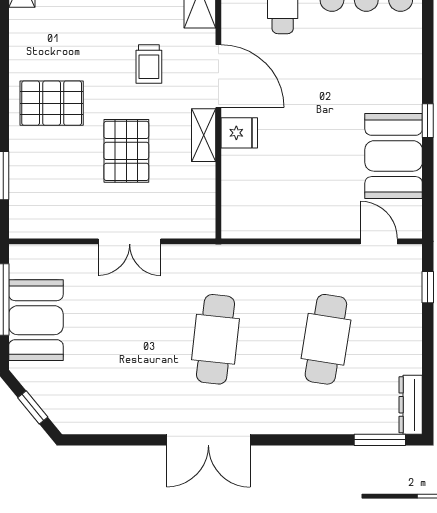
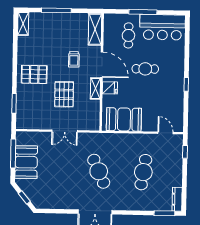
cafe table: (326, 84) -> (145, 69), added
booth: (394, 156) -> (124, 119), moved, turned 90
cafe table: (216, 339) -> (99, 171), turned -30

